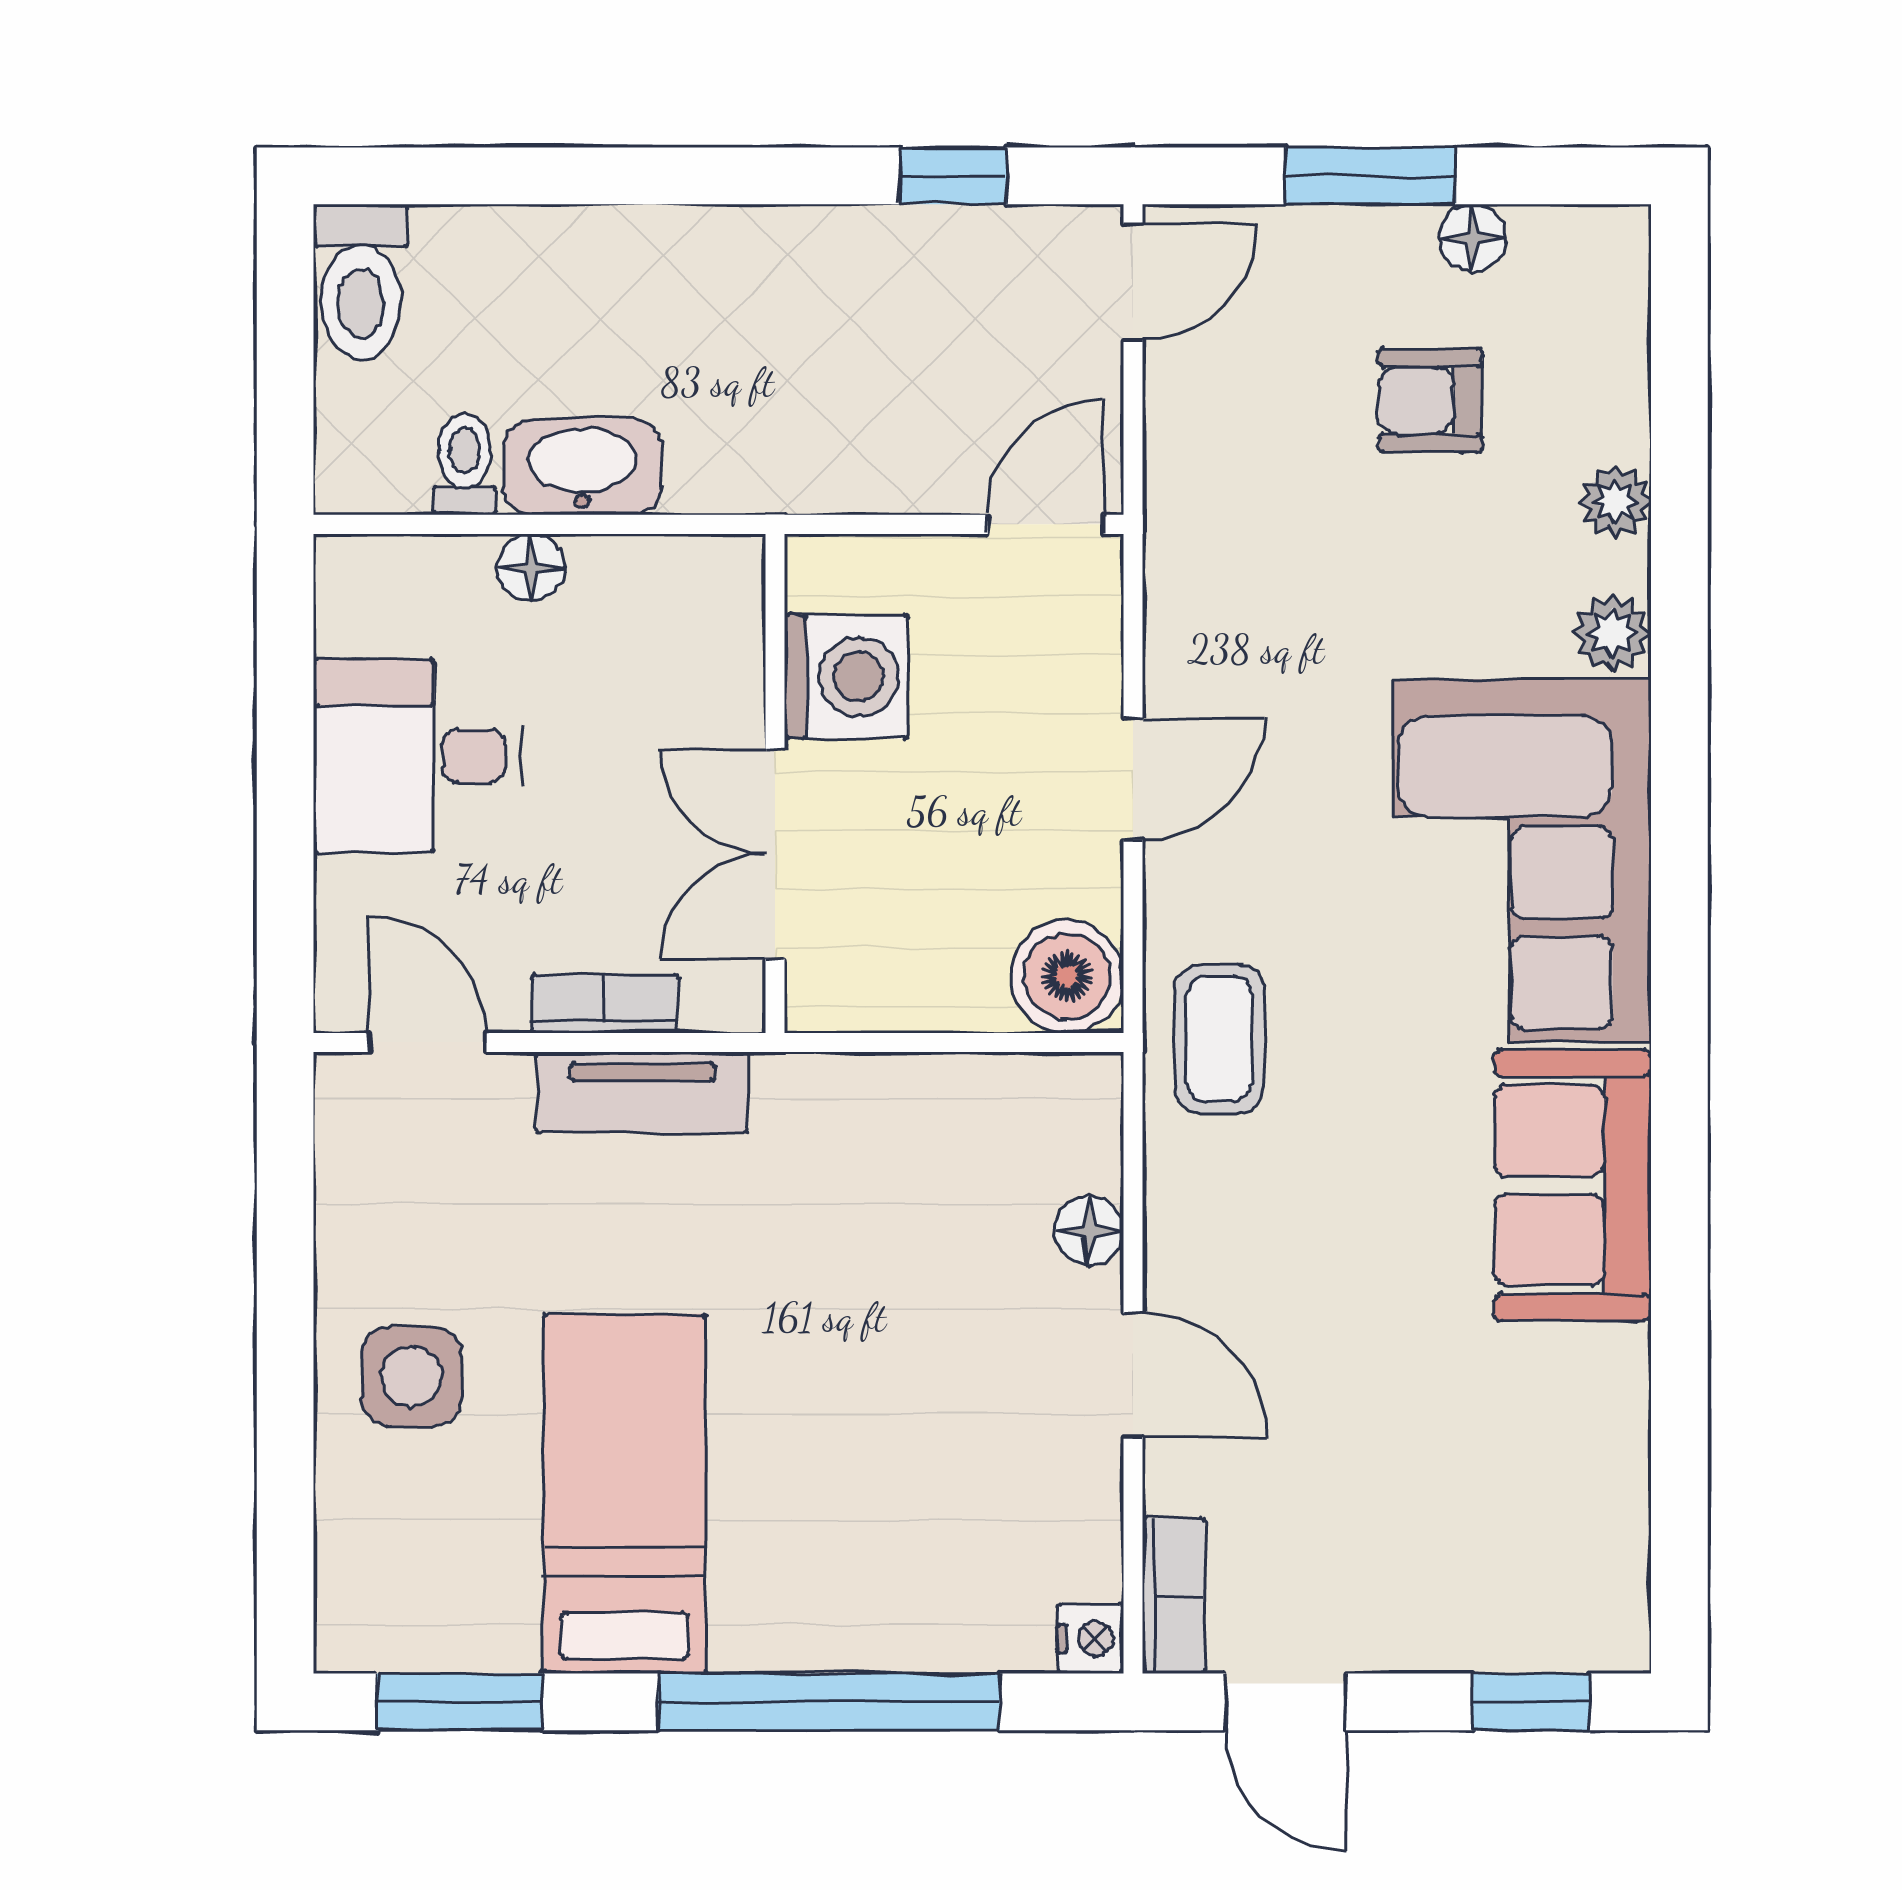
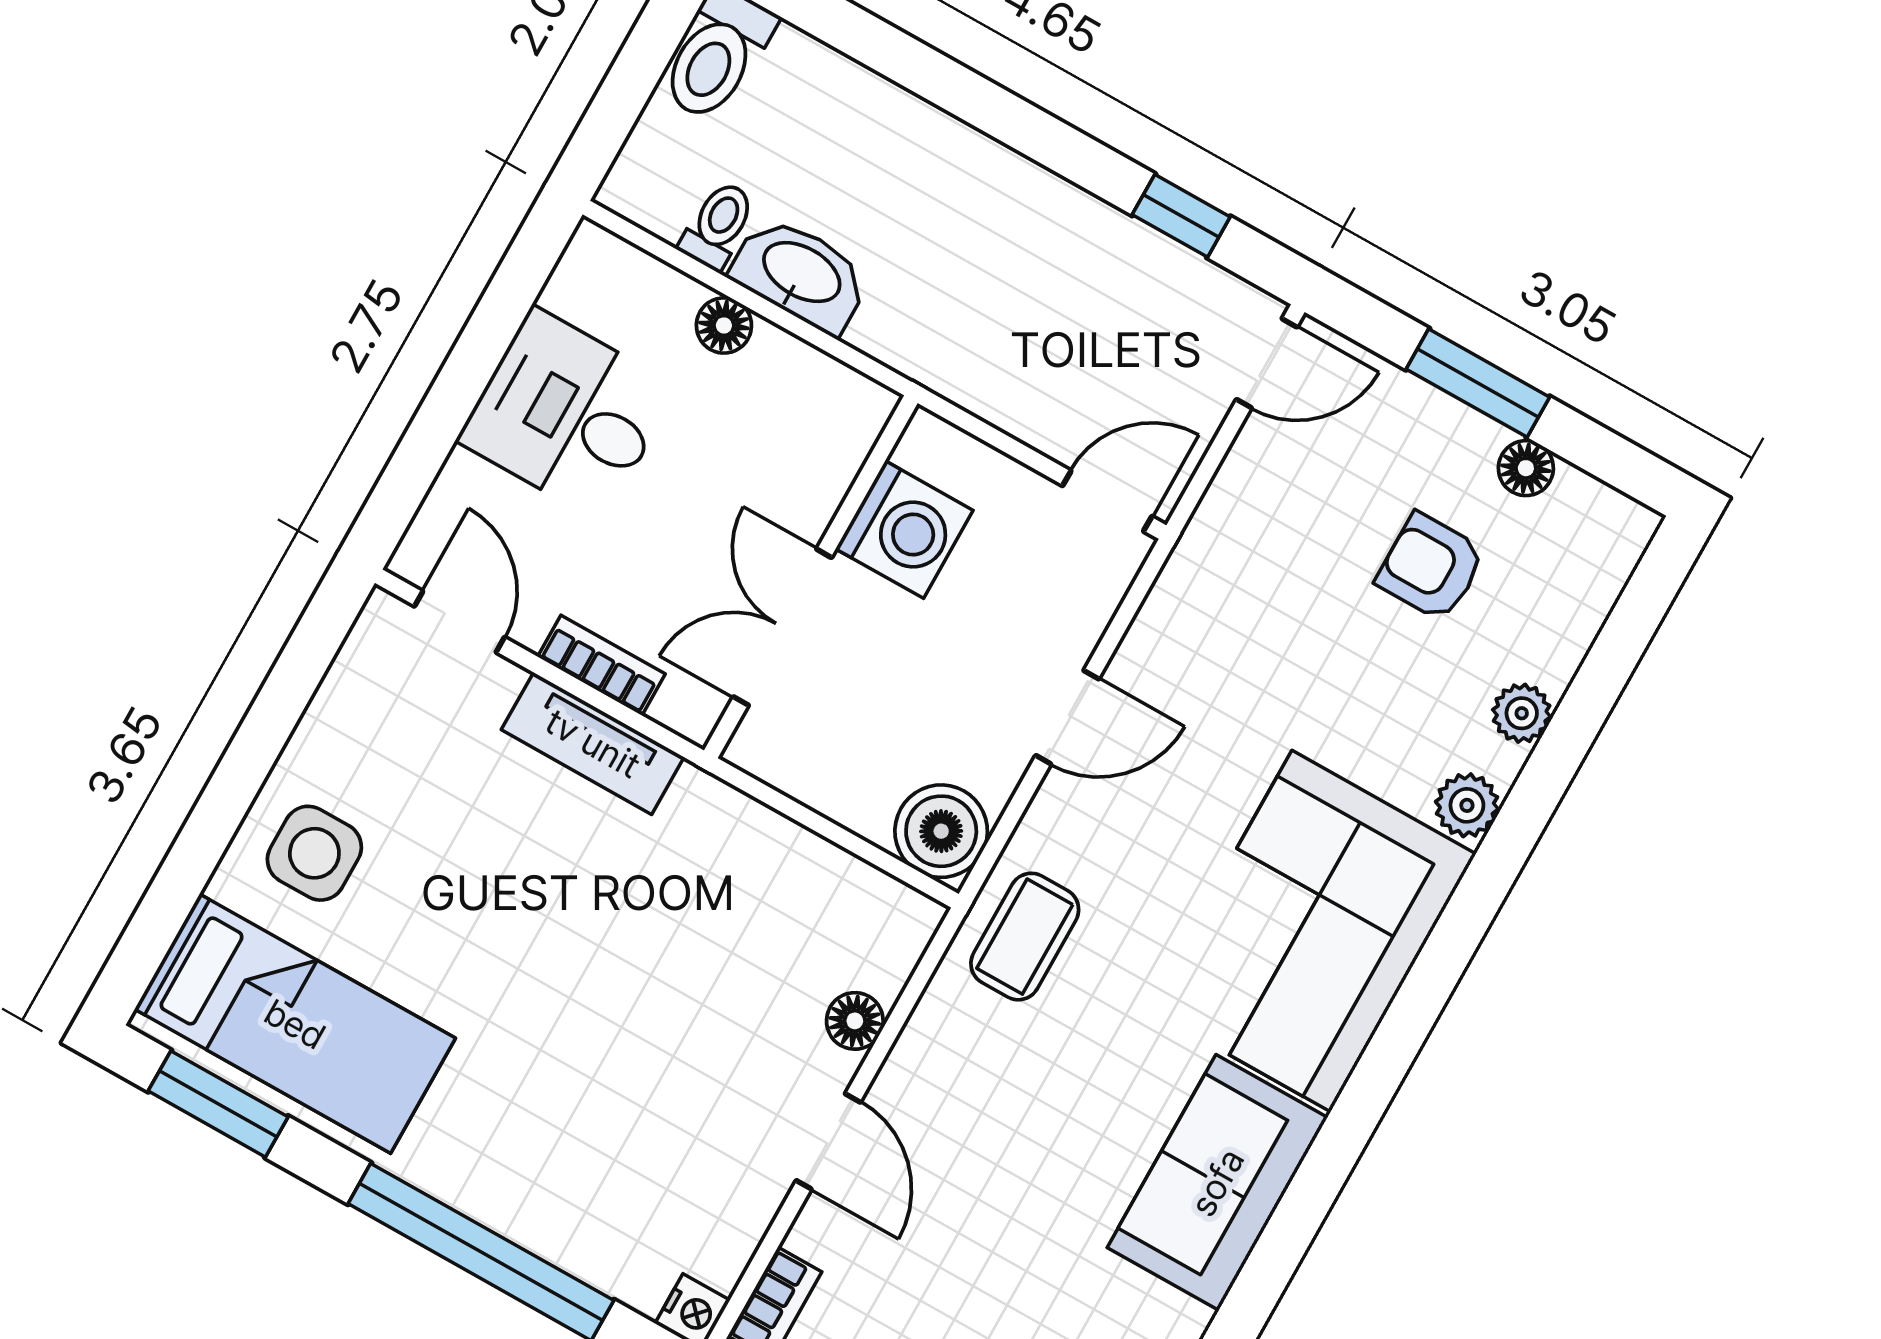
bed: (624, 1494) -> (295, 1024), moved, turned 90

